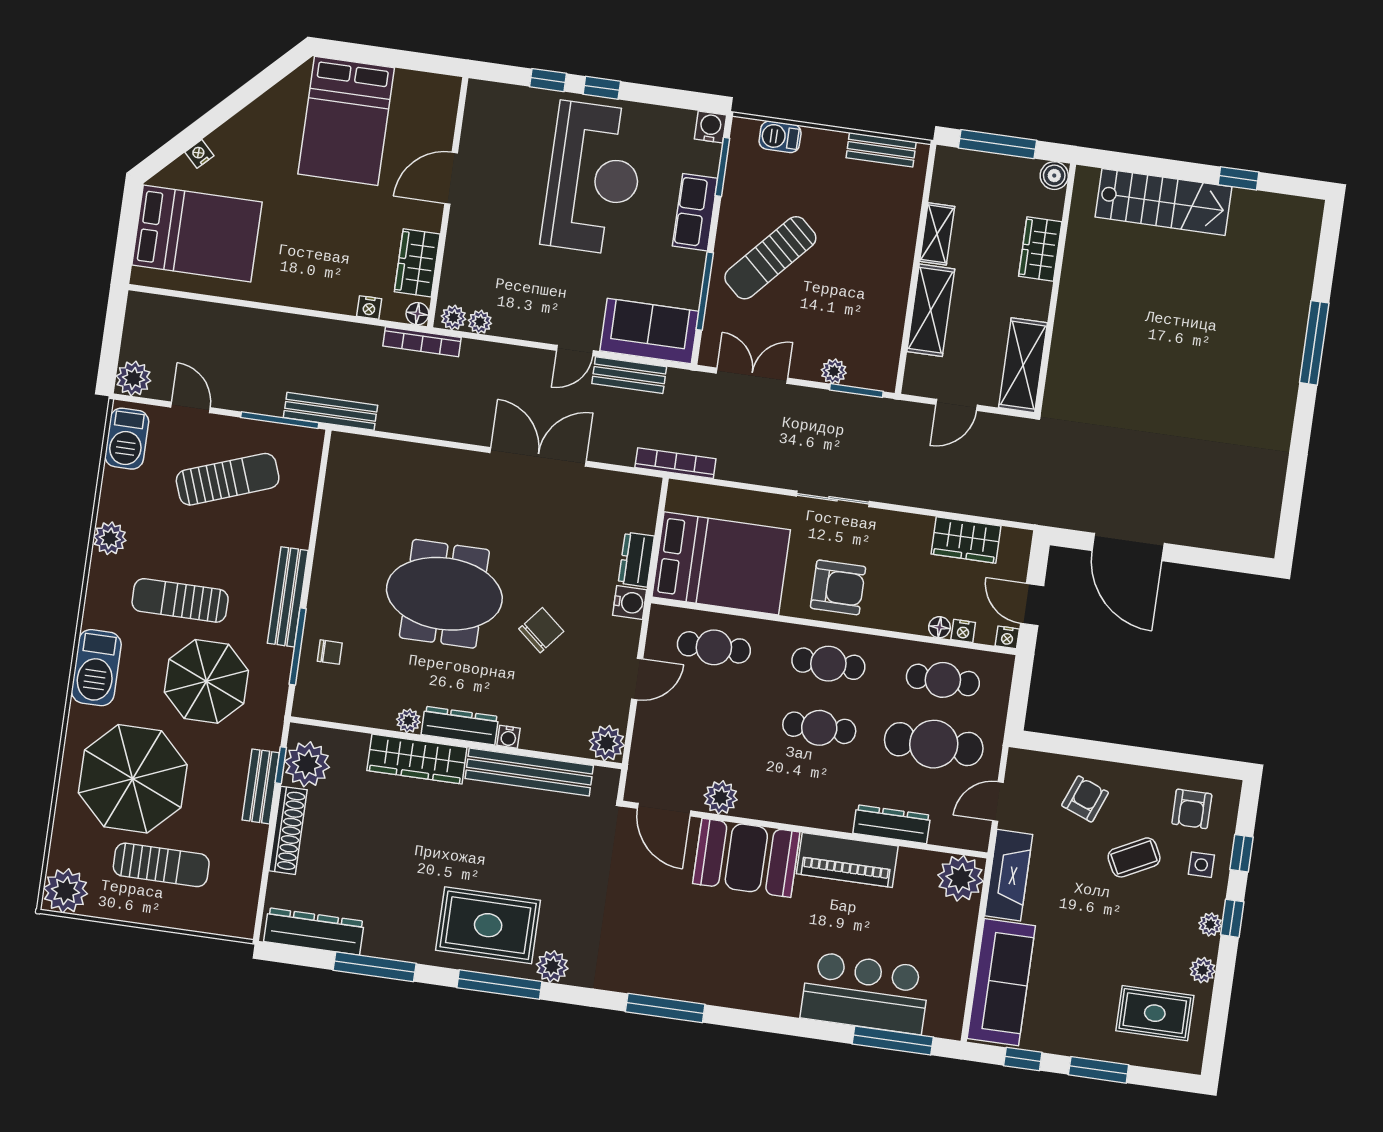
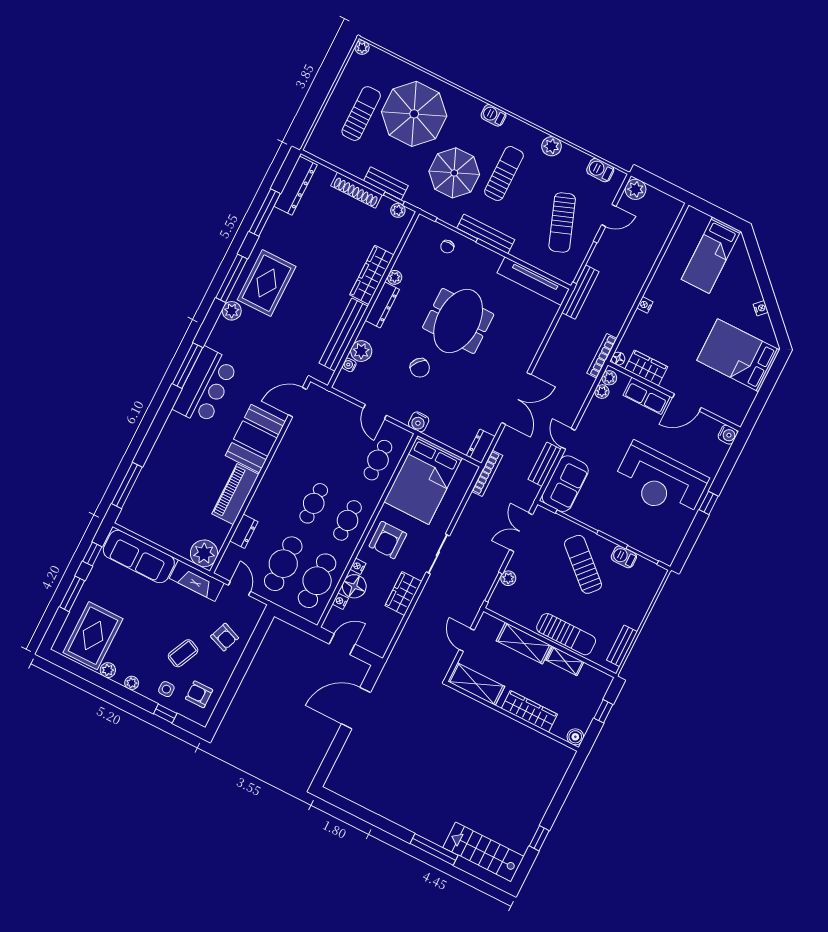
window: (548, 80) -> (723, 475), removed
water cooler: (711, 127) -> (728, 435), moved
barbecue: (780, 137) -> (624, 557), moved, turned -90
window: (997, 144) -> (603, 711), width x0.46
nightstand: (199, 154) -> (761, 308), moved
door: (451, 178) -> (687, 403), swing flipped
stairs: (1164, 202) -> (483, 852), moved, turned 90
row of seats: (695, 212) -> (647, 396), moved, turned 180
bed: (197, 233) -> (711, 255), width x0.67
sun lounger: (893, 247) -> (566, 634), added
wardrobe: (1040, 249) -> (529, 711), width x1.50
nightstand: (369, 307) -> (645, 305), moved
double door: (752, 376) -> (521, 532), swing flipped
barbecue: (127, 439) -> (600, 170), width x0.73, depth x0.79
tv unit: (338, 494) -> (533, 281), added
wardrobe: (966, 540) -> (403, 593), moved
dresser: (636, 560) -> (481, 446), moved, turned -90
floor lamp: (939, 627) -> (354, 586), width x1.89, depth x1.89
nightstand: (1007, 637) -> (358, 566), moved
barbecue: (96, 668) -> (494, 115), width x0.53, depth x0.65
cafe table: (943, 680) -> (317, 581), width x1.37, depth x1.35
water cooler: (509, 737) -> (349, 365), moved
plant: (607, 743) -> (361, 351), moved
plant: (307, 764) -> (398, 210), width x0.53, depth x0.53
plant: (721, 797) -> (294, 436), removed
dresser: (892, 824) -> (244, 531), width x0.70
coffee table: (1134, 857) -> (183, 653), turned 52
sun lounger: (161, 865) -> (361, 114), turned 180
plant: (66, 891) -> (362, 47), width x0.53, depth x0.53
window: (1232, 918) -> (131, 696), removed
bar counter: (865, 993) -> (205, 386), moved
rug: (1155, 1013) -> (93, 636), width x1.36, depth x1.43

